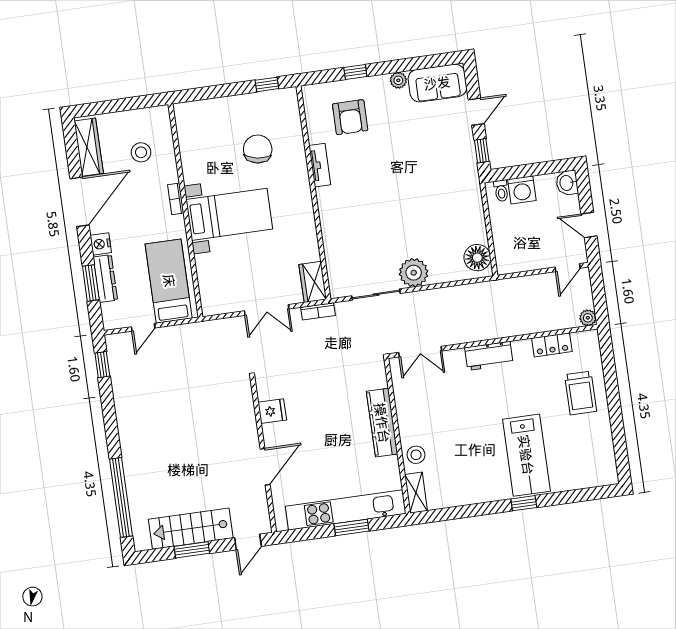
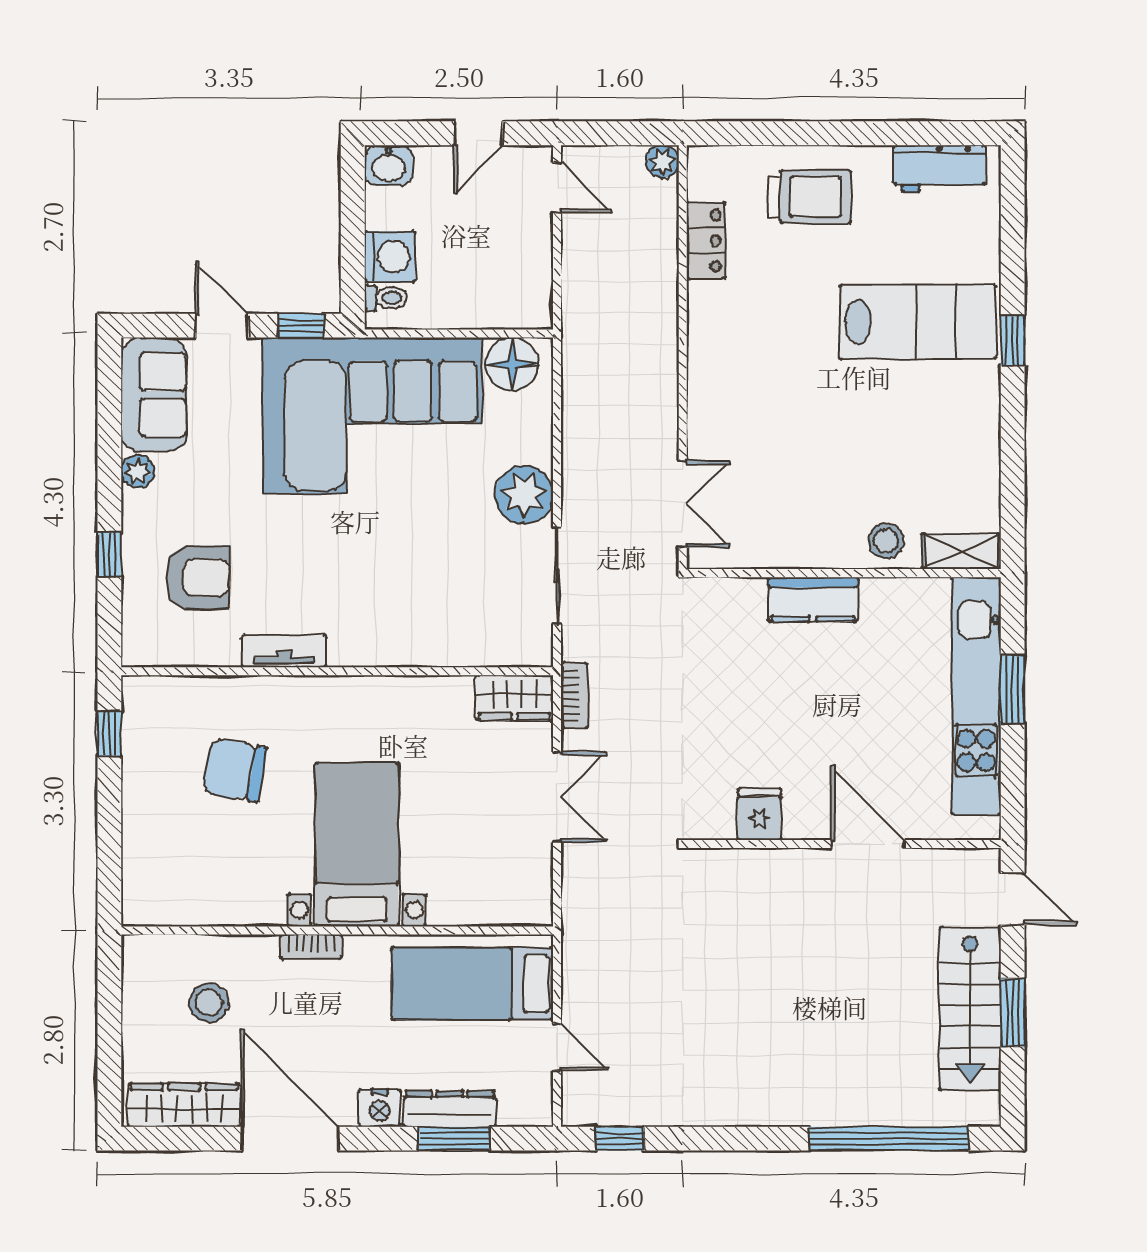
corner sofa: (442, 192) -> (372, 416), added
workbench: (489, 356) -> (940, 169), moved, turned 90
kitchen counter: (382, 423) -> (813, 599), width x0.67

